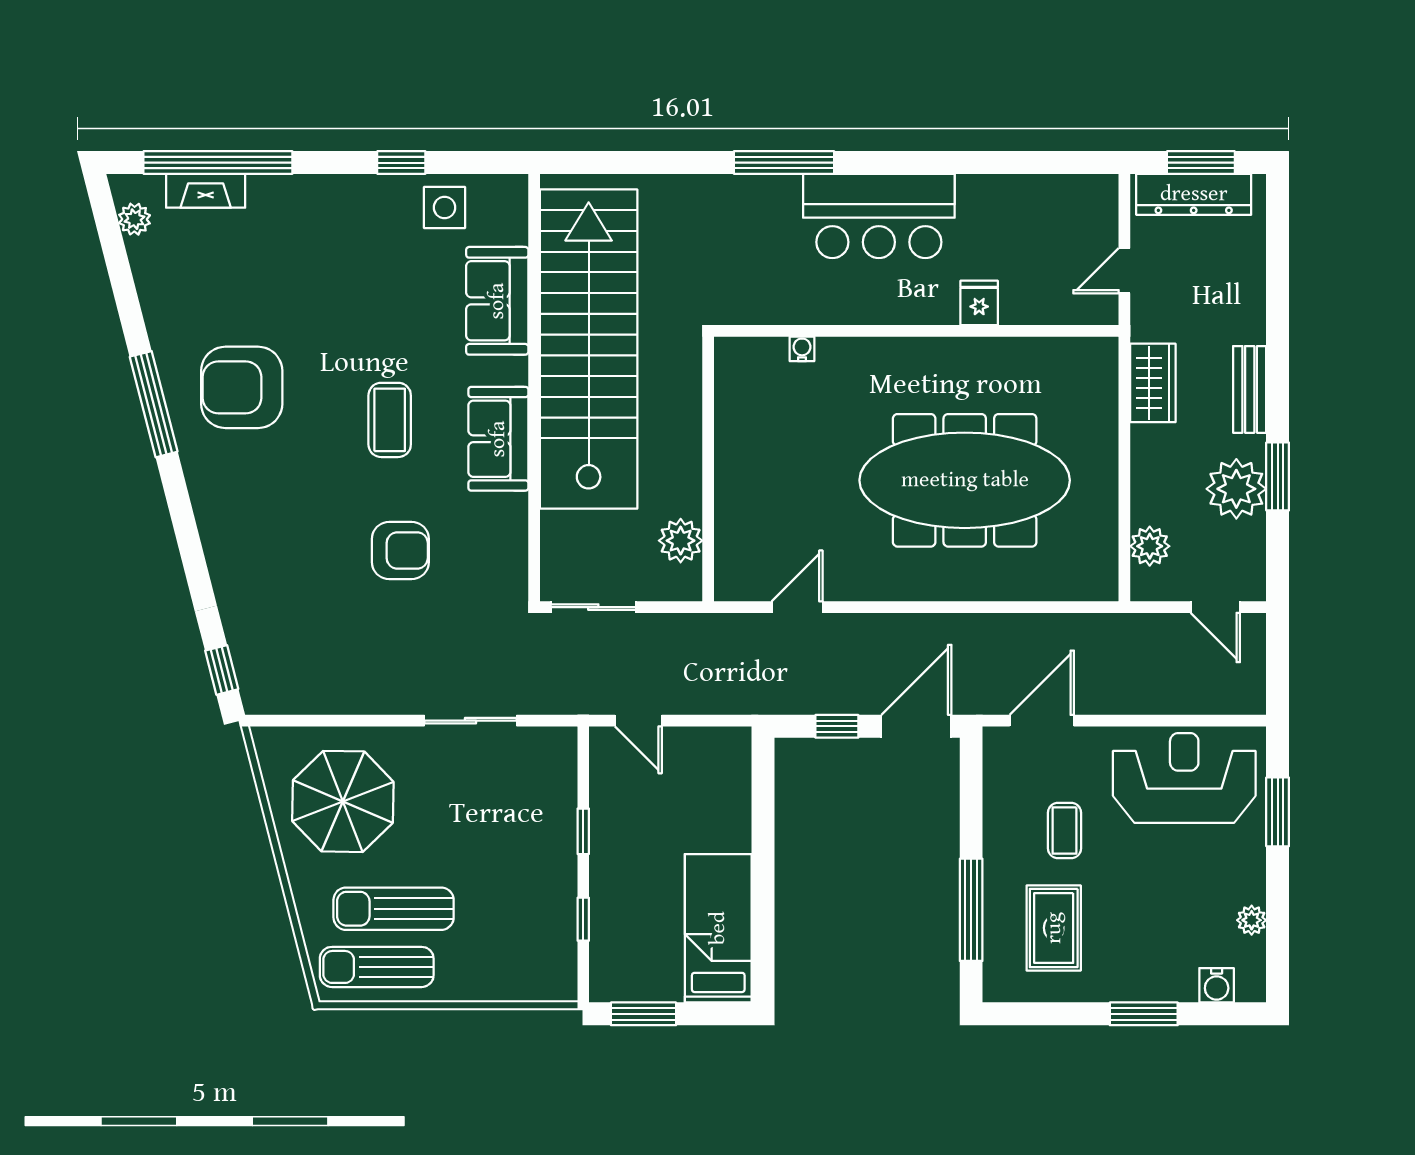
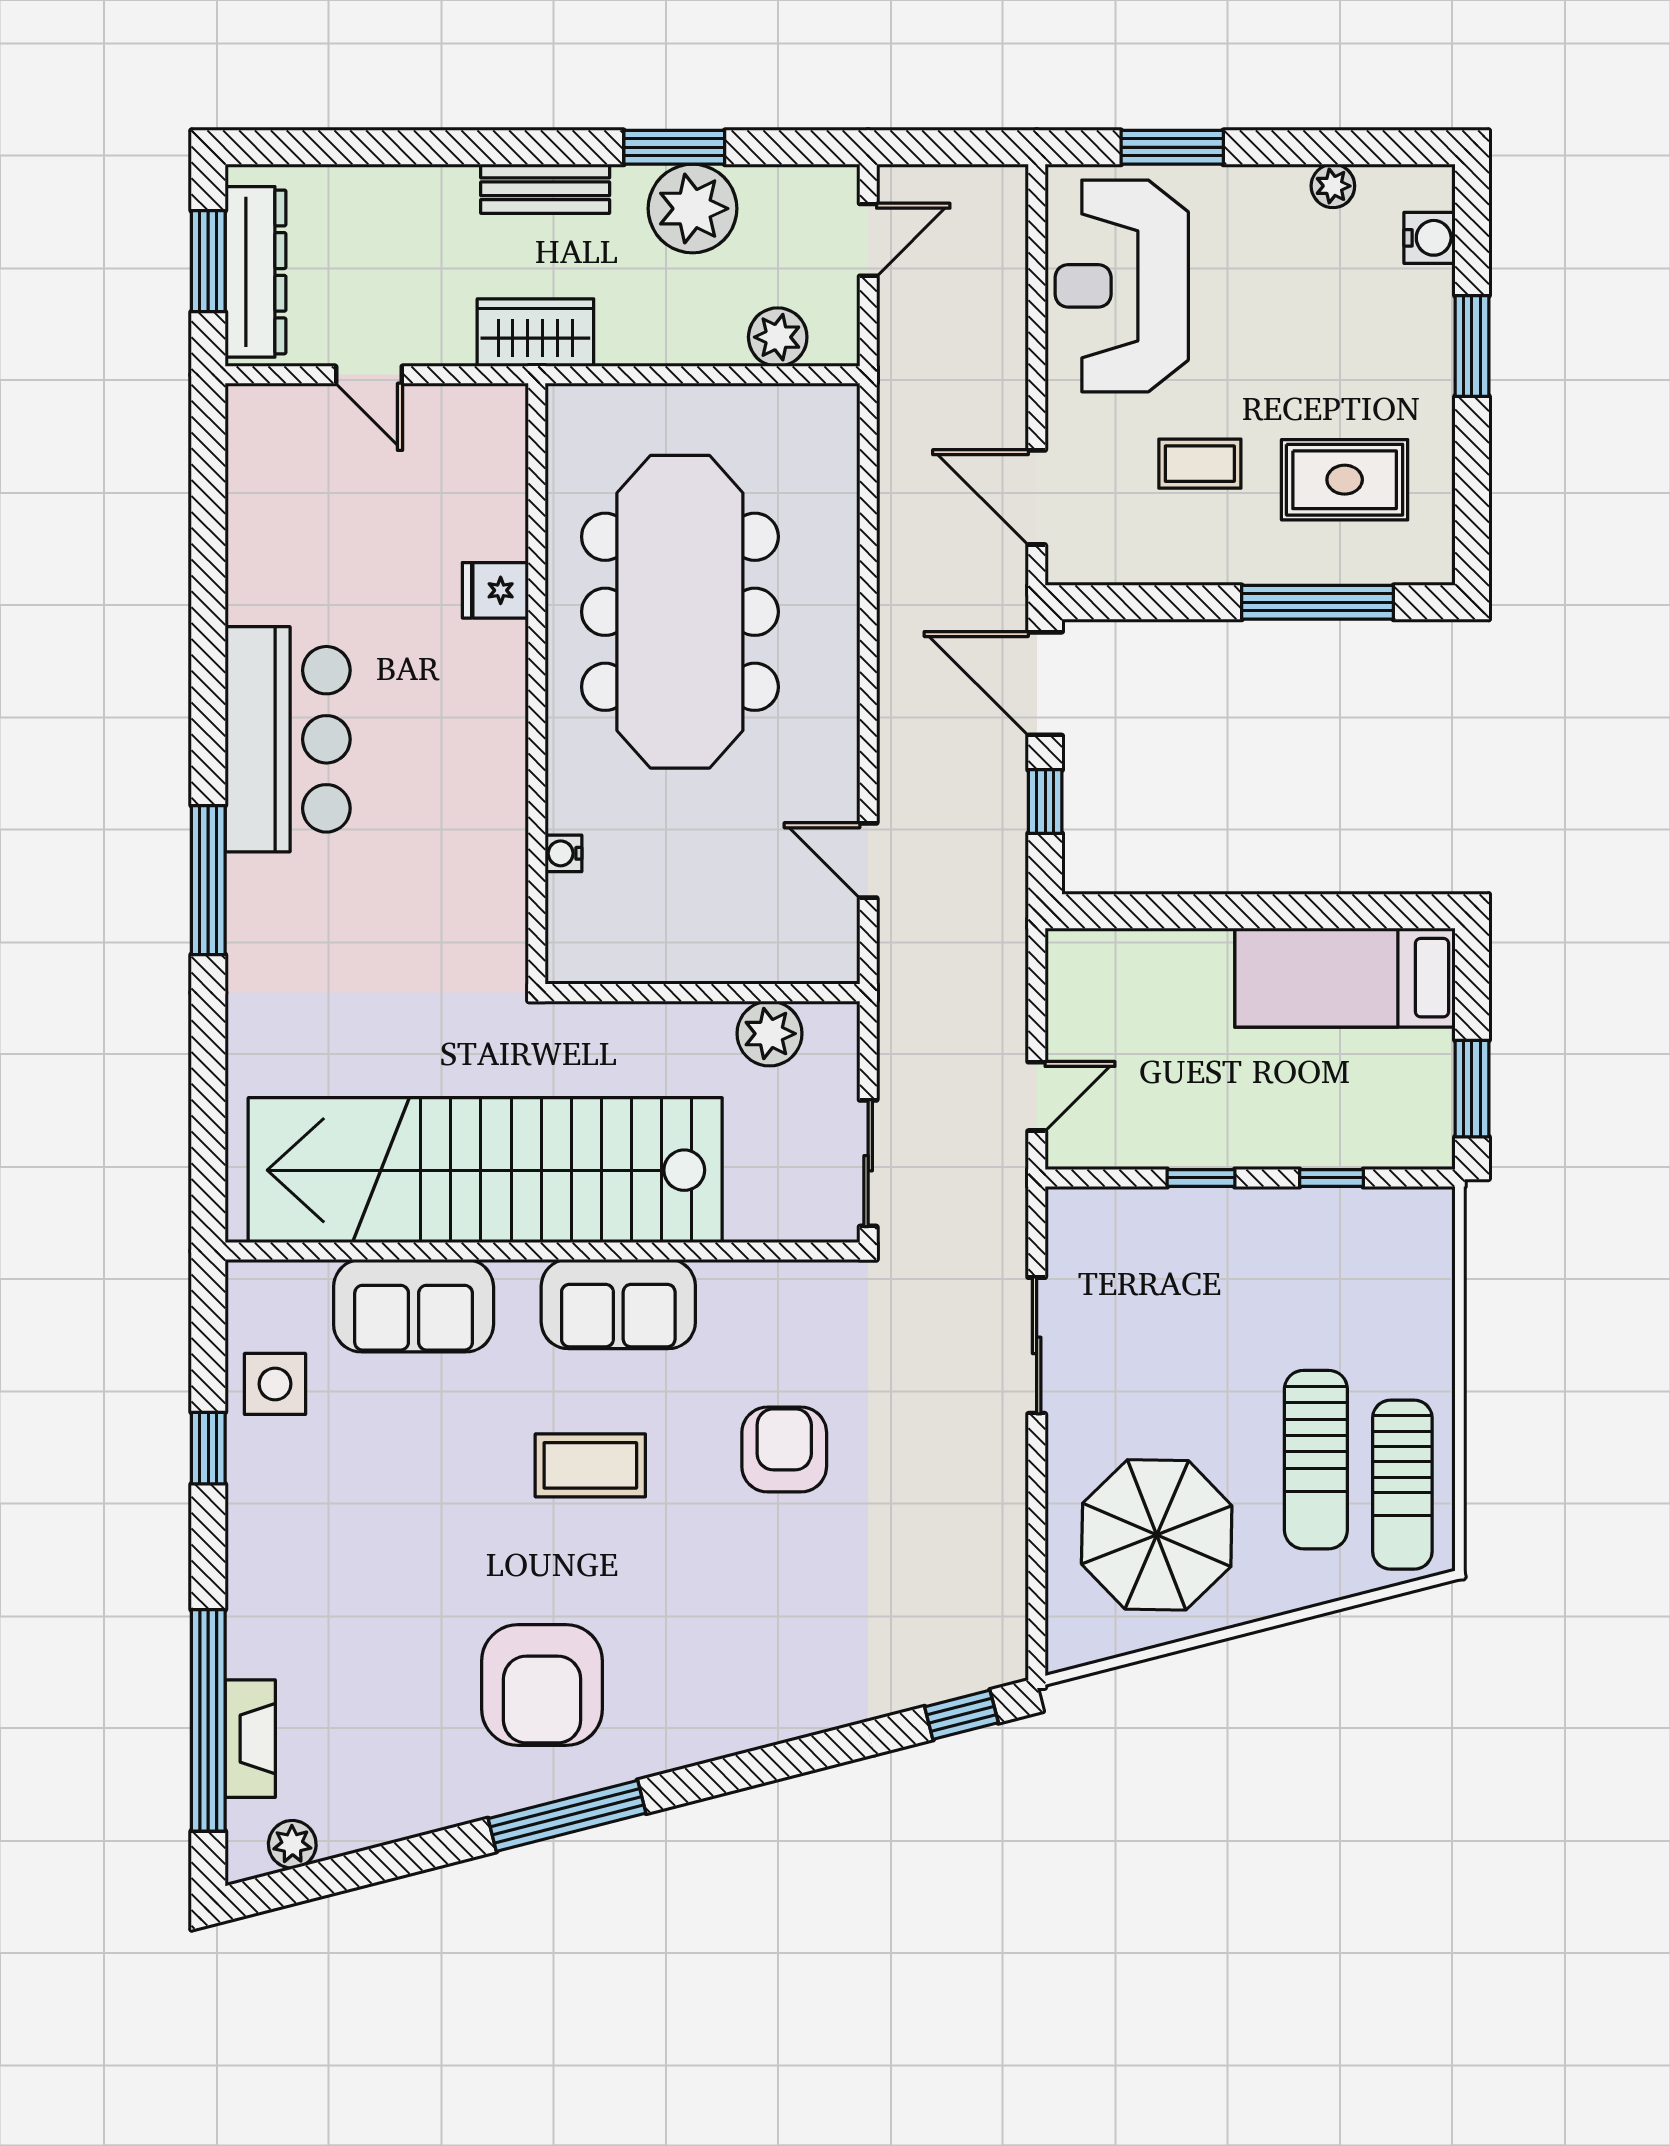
fridge: (979, 303) -> (495, 590), moved
wall: (916, 331) -> (537, 684), moved
water cooler: (802, 349) -> (564, 853), moved

